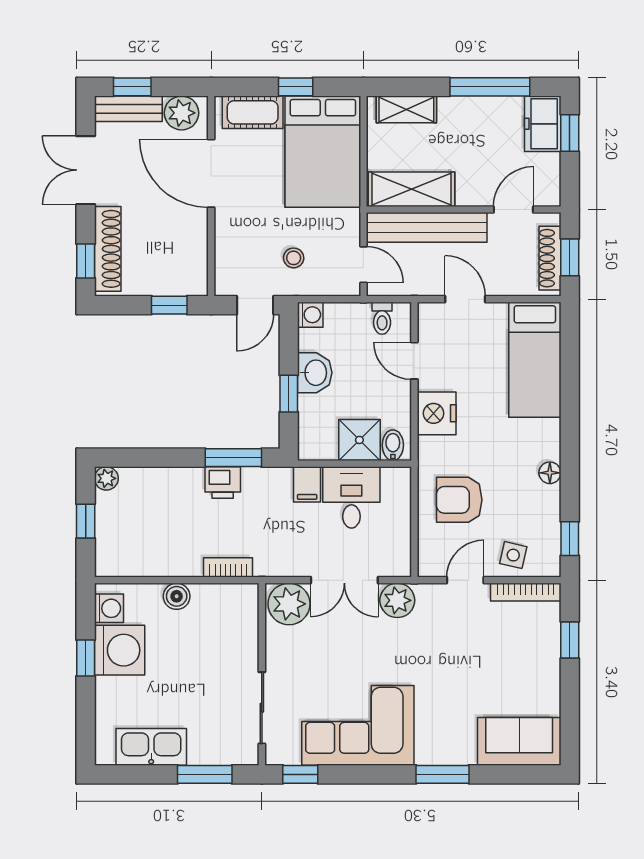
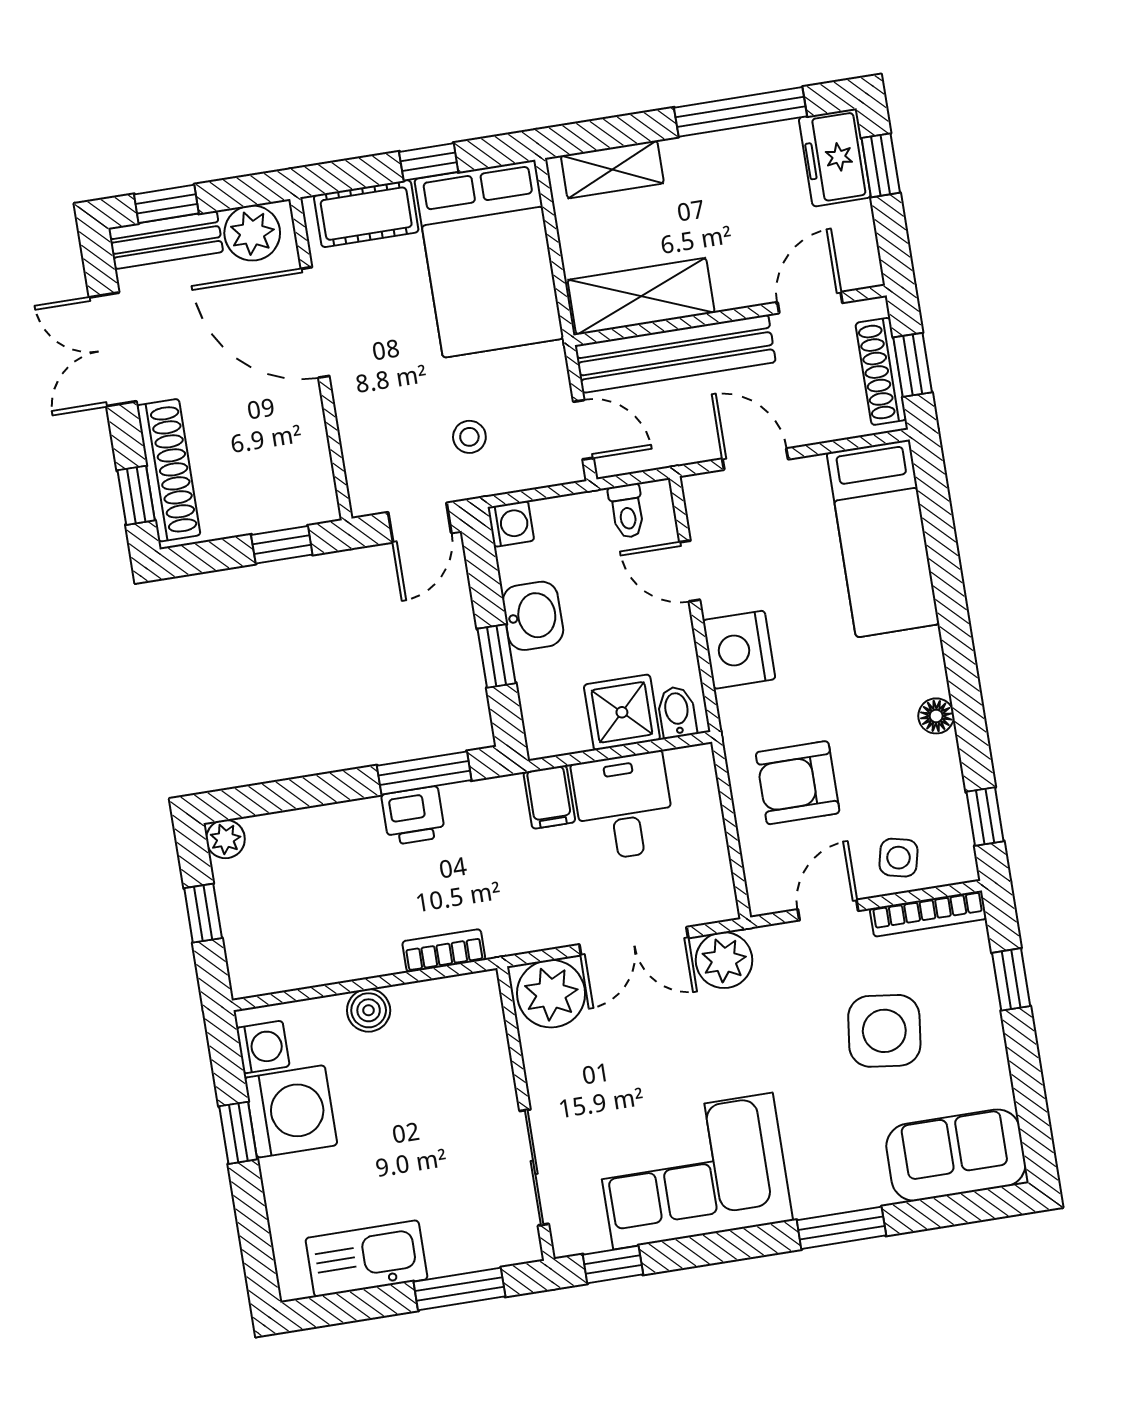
side table: (488, 659) -> (884, 1031), added

